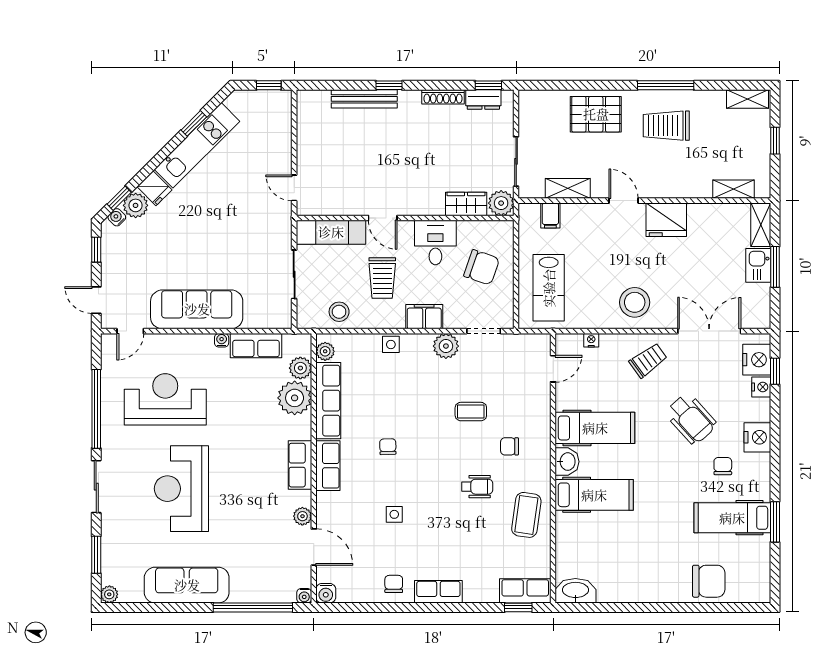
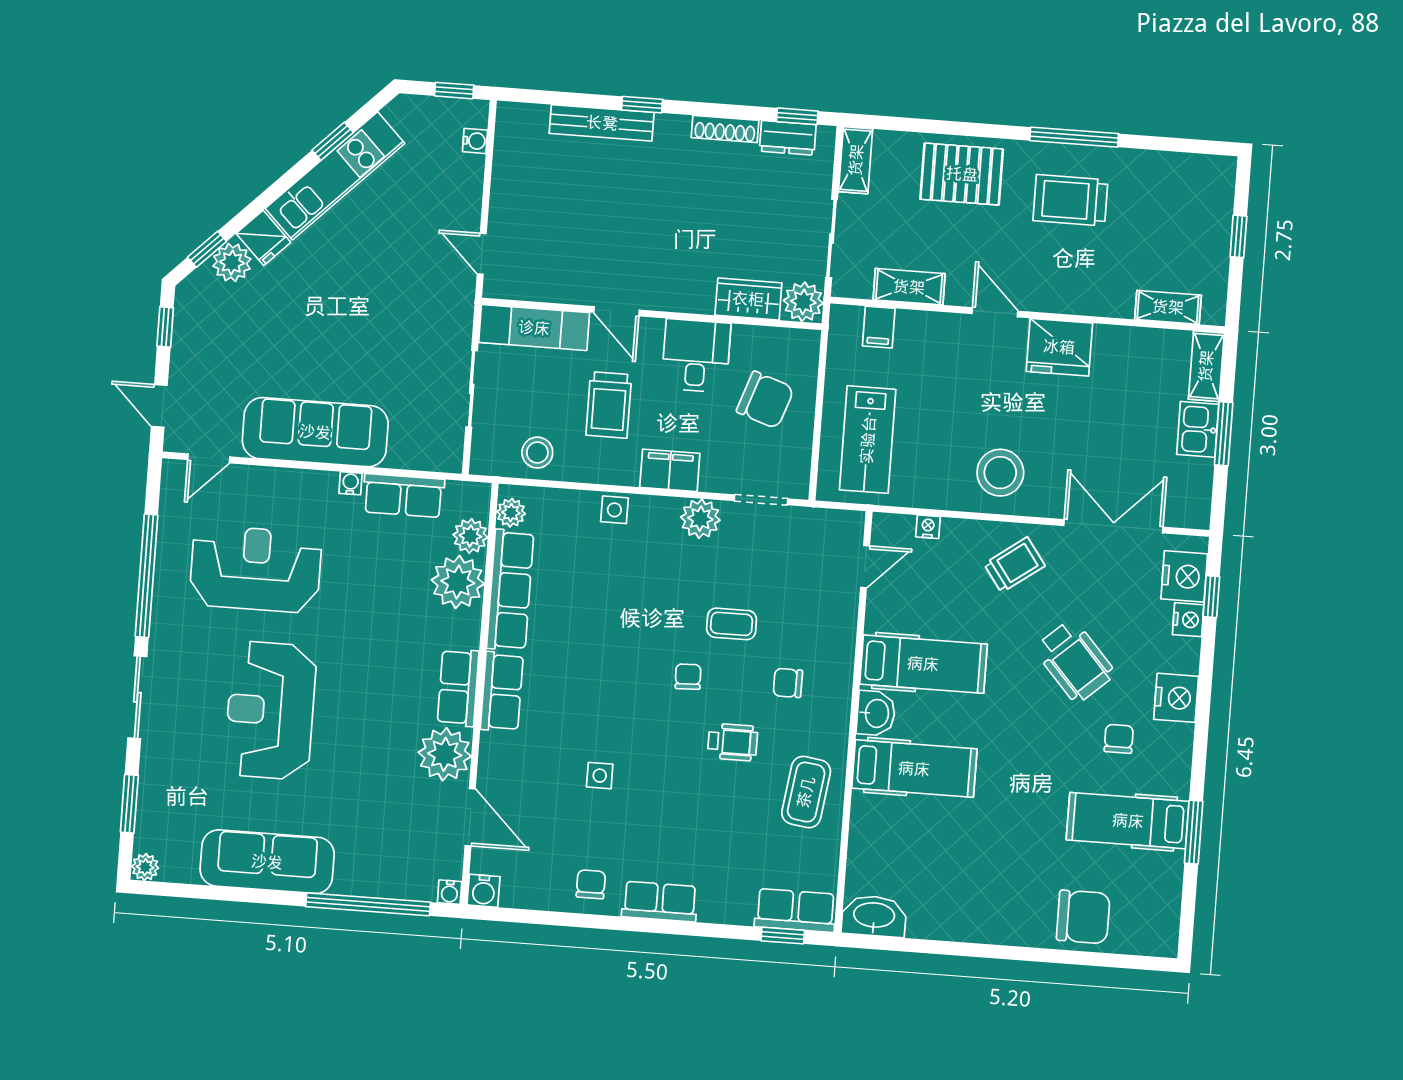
shelving: (747, 99) -> (856, 160), moved, turned 90
water cooler: (117, 217) -> (475, 141), moved, turned 135
chair: (388, 447) -> (688, 677), moved
plant: (302, 516) -> (445, 754), width x1.87, depth x1.87

